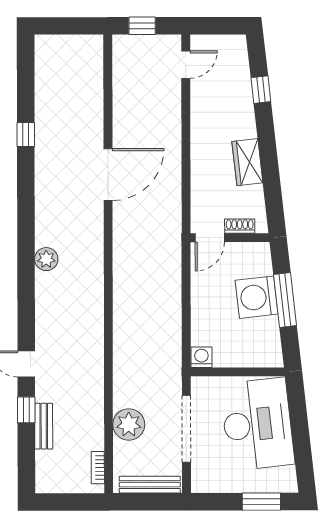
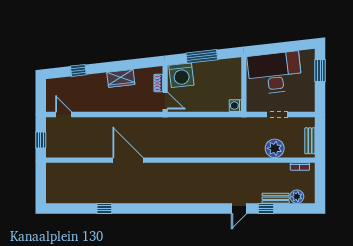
plant: (46, 259) -> (297, 197), moved
washing machine: (257, 297) -> (181, 75), moved
doorway: (186, 429) -> (277, 114), width x0.53
bench: (150, 485) -> (310, 141), width x0.73

